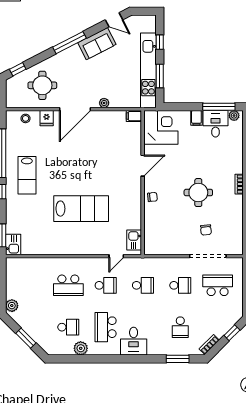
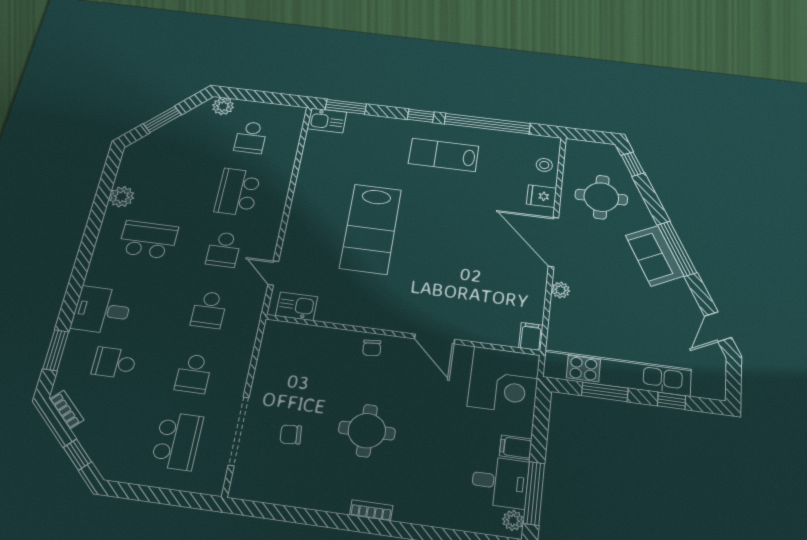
sofa: (97, 44) -> (655, 256), moved
school desk: (68, 327) -> (251, 137), moved
desk: (134, 341) -> (102, 310), moved

